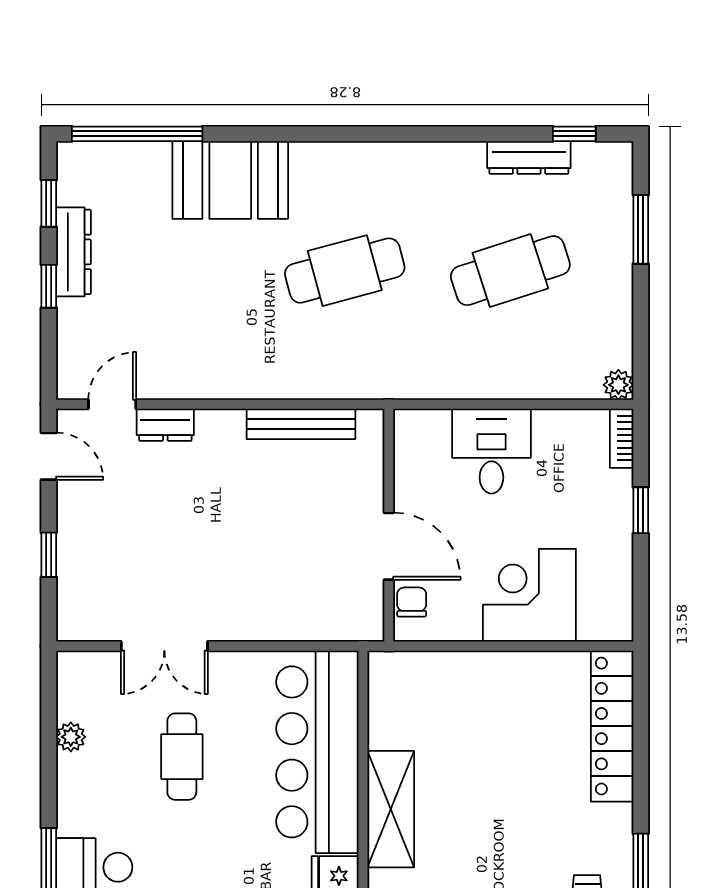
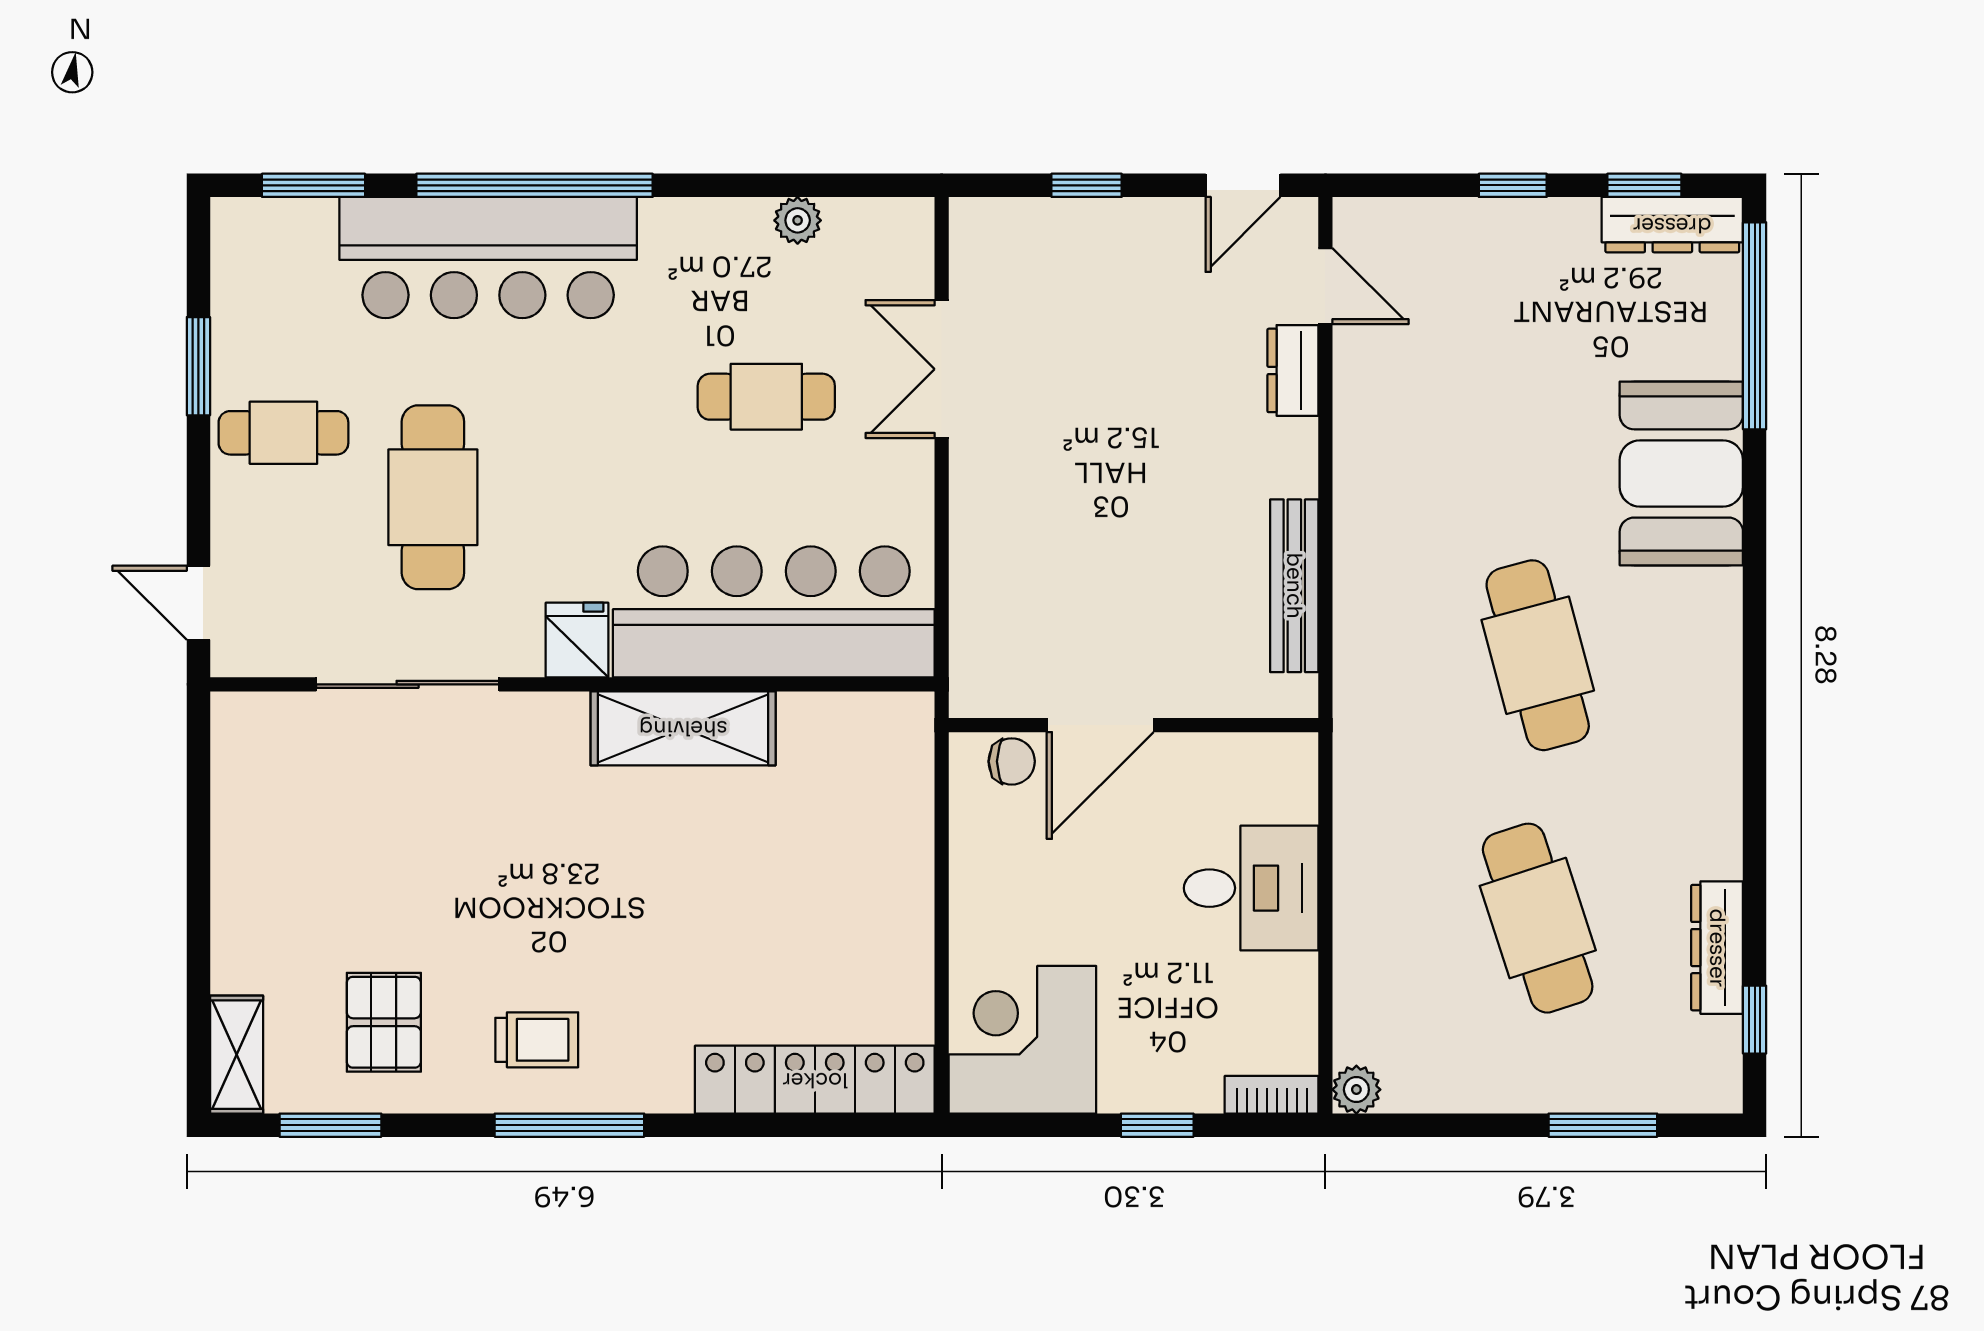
dresser: (73, 252) -> (1672, 225), moved
corner desk: (529, 595) -> (1022, 1040), moved, turned -90

